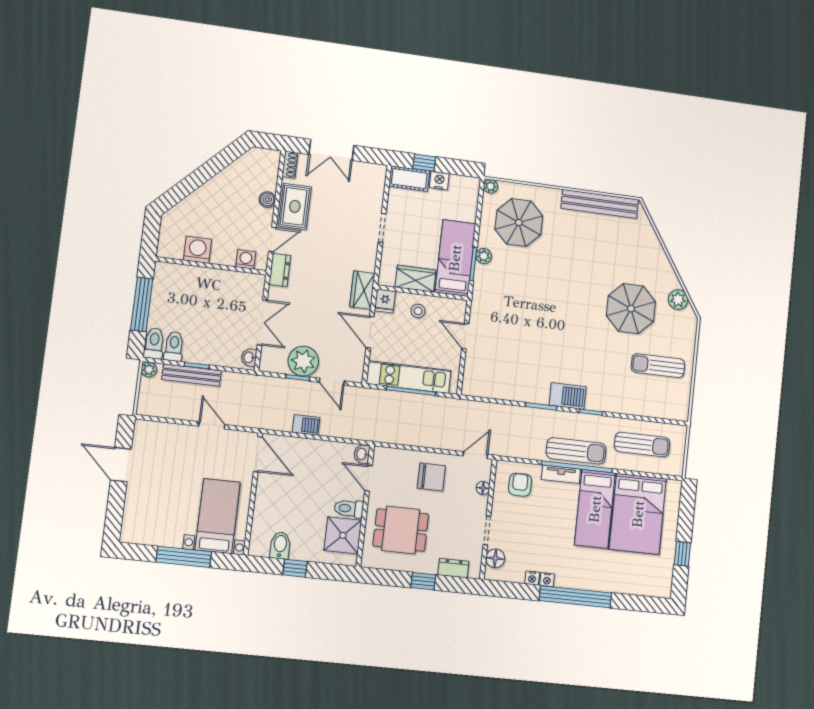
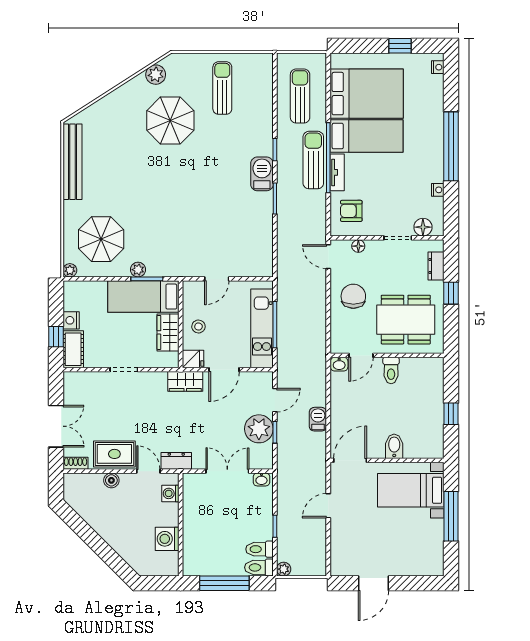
sun lounger: (658, 366) -> (222, 88), turned 180
bench: (192, 375) -> (284, 530), removed
dining table: (401, 530) -> (406, 320), width x1.38
shower: (343, 535) -> (416, 373), removed
bidet: (280, 545) -> (394, 446), moved, turned 90
nightstand: (547, 580) -> (438, 67), moved

